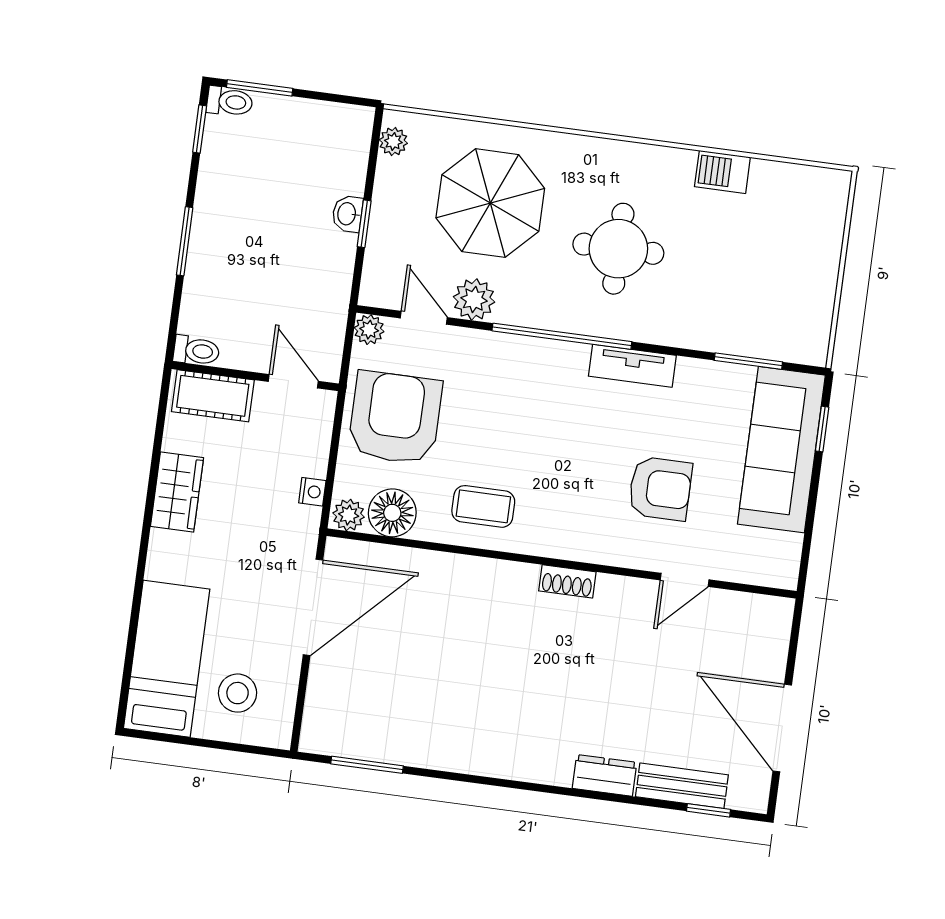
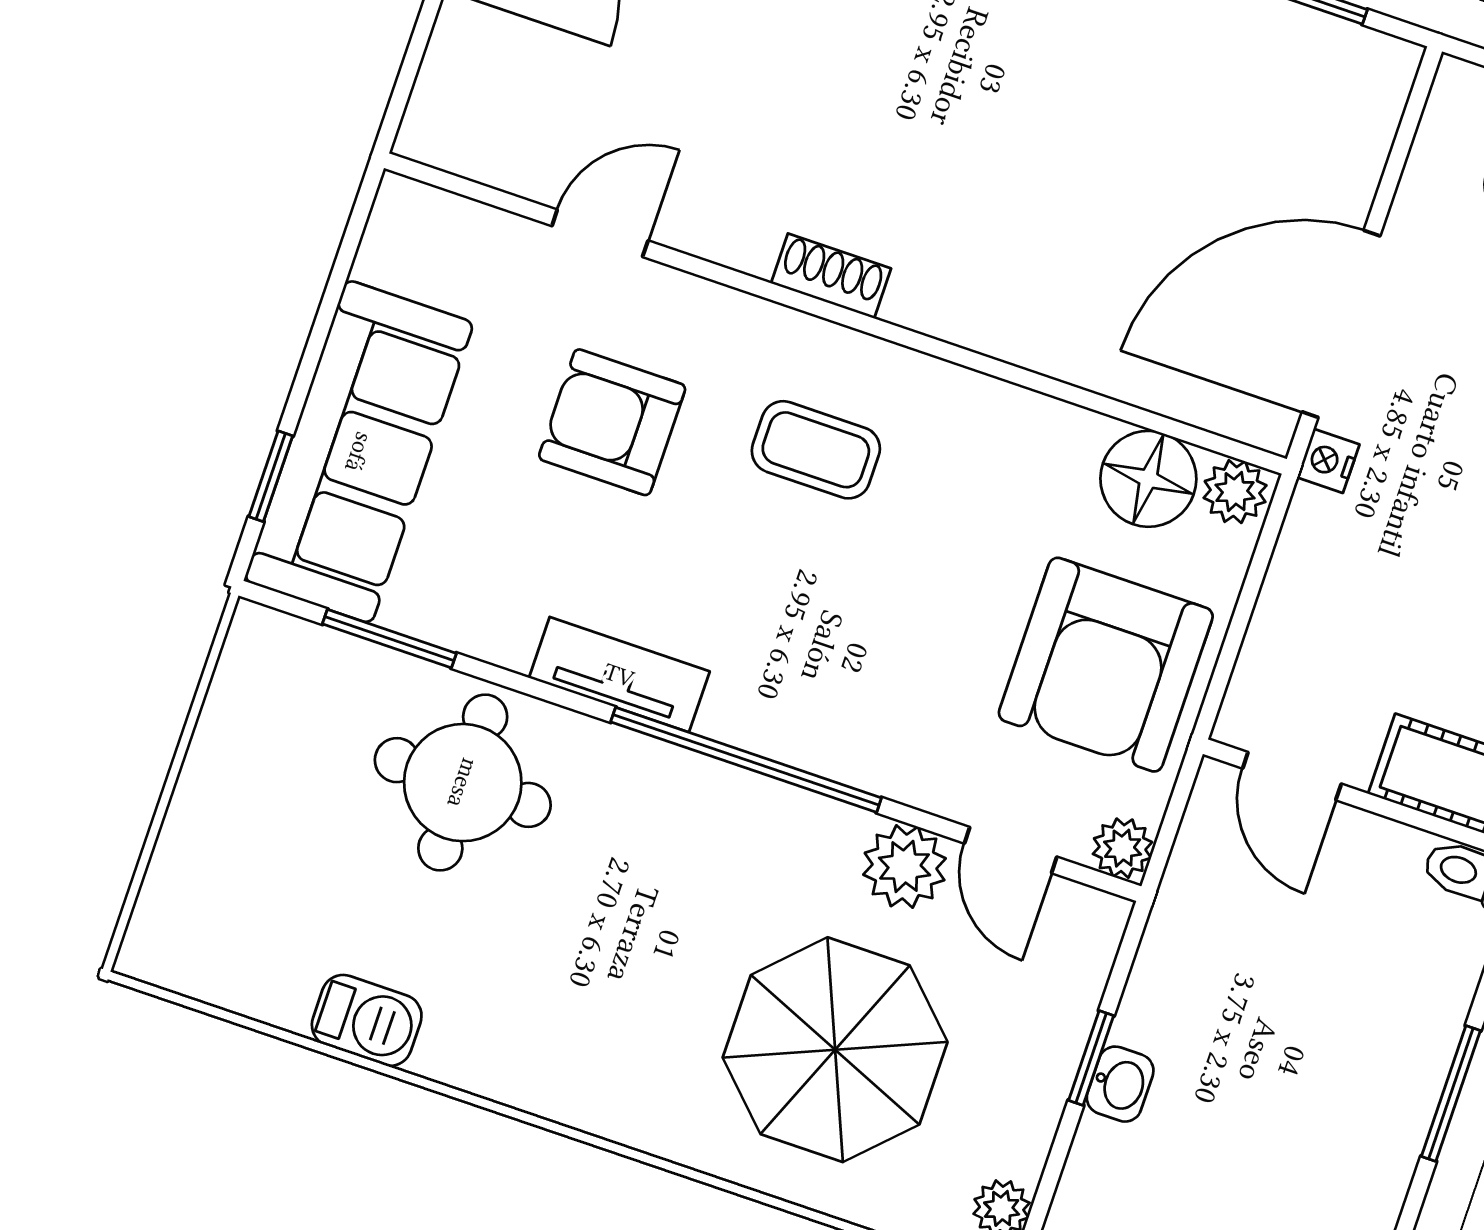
round table: (618, 249) -> (463, 783), moved
nightstand: (312, 492) -> (1328, 461), moved
coffee table: (483, 506) -> (816, 450), moved

